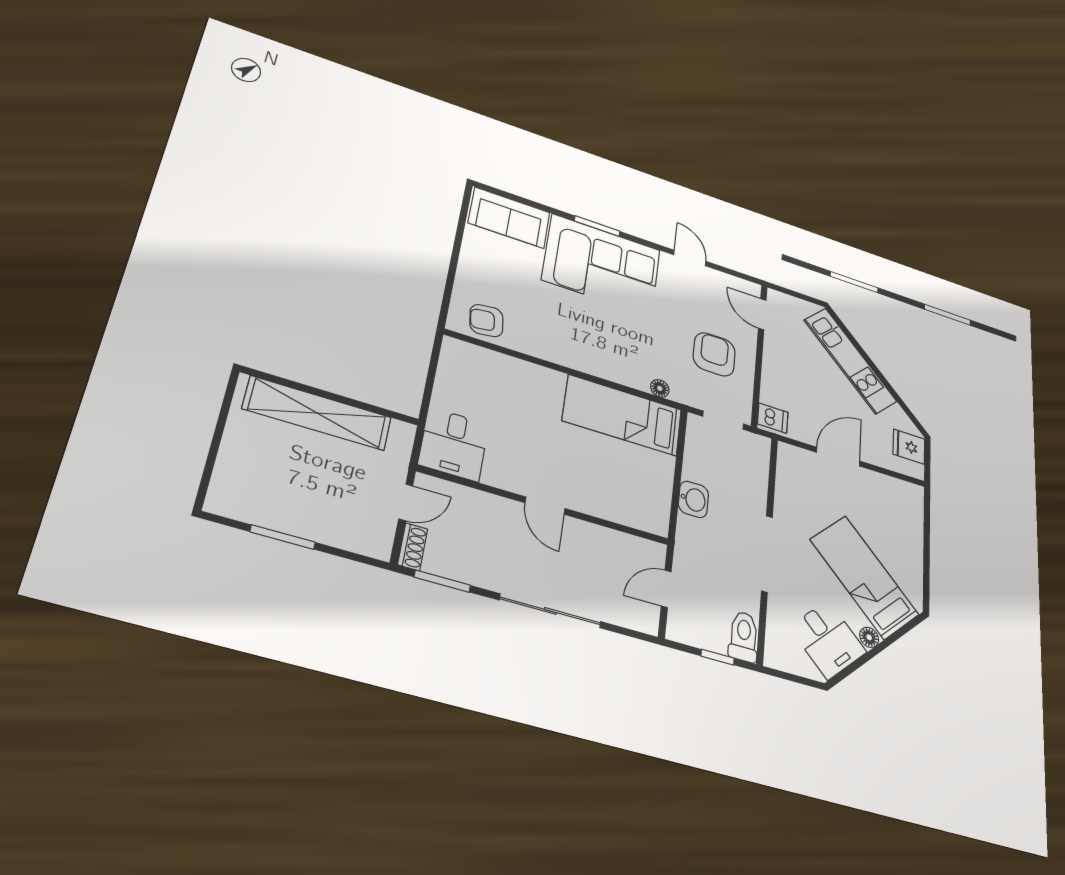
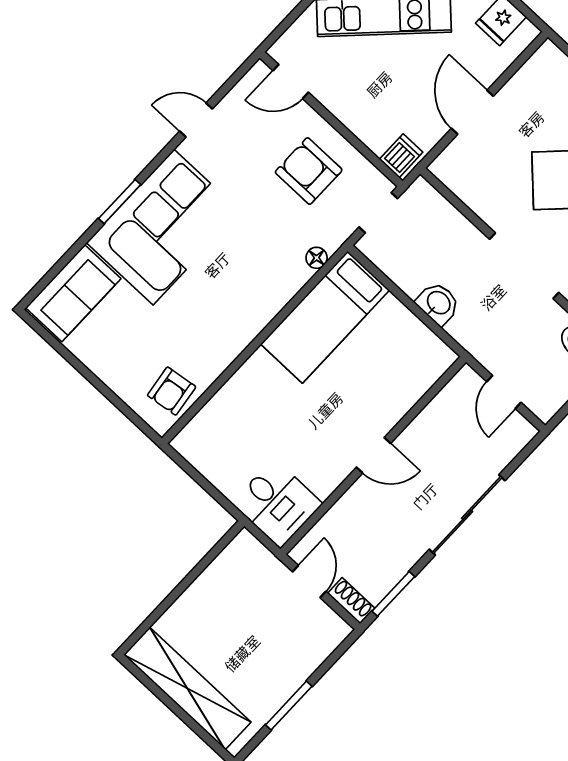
shelving: (317, 413) -> (187, 688), moved, turned 90

